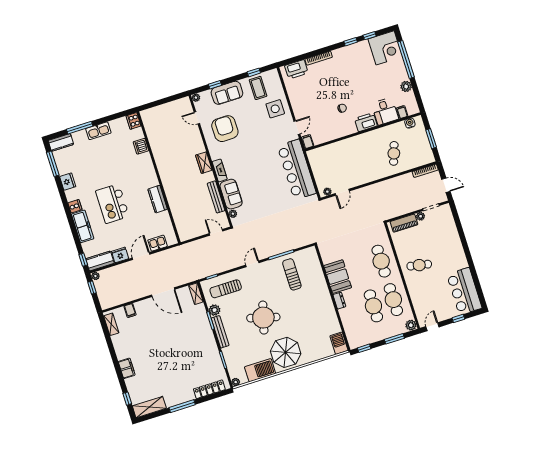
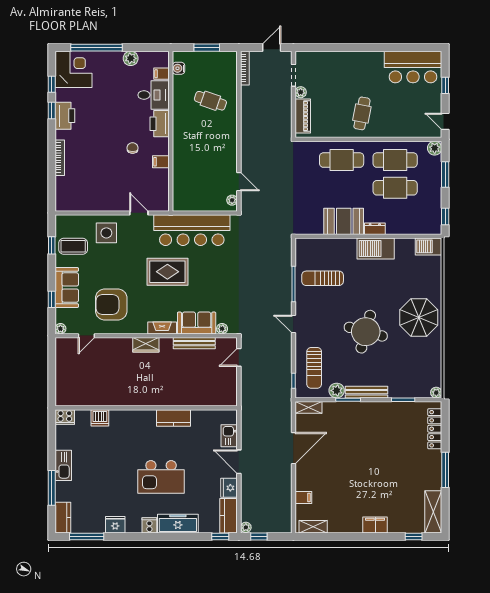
printer: (296, 69) -> (65, 116), moved
filing cabinet: (308, 142) -> (161, 162), moved
rug: (261, 161) -> (167, 272), added
barbecue: (260, 370) -> (376, 248), moved, turned -90

